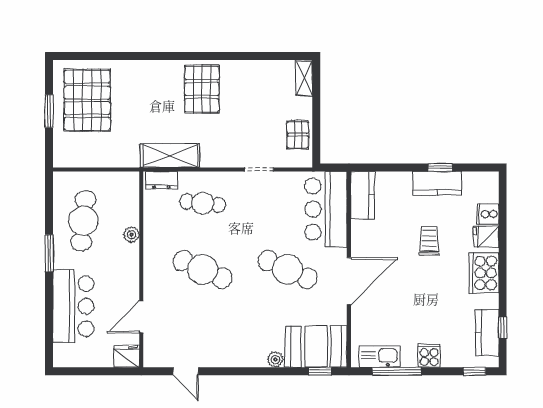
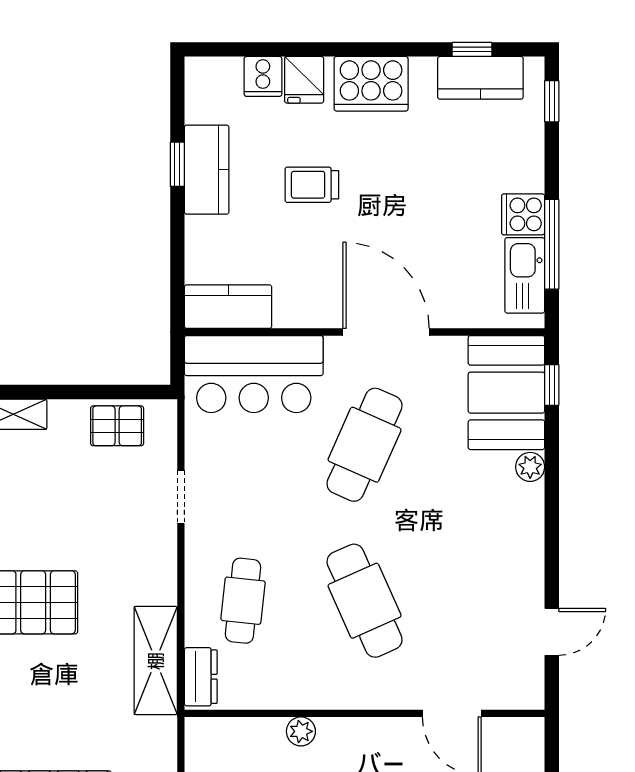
cafe table: (203, 269) -> (365, 601), turned -48
fridge: (127, 356) -> (524, 741), removed
cooker: (429, 356) -> (523, 214), moved

